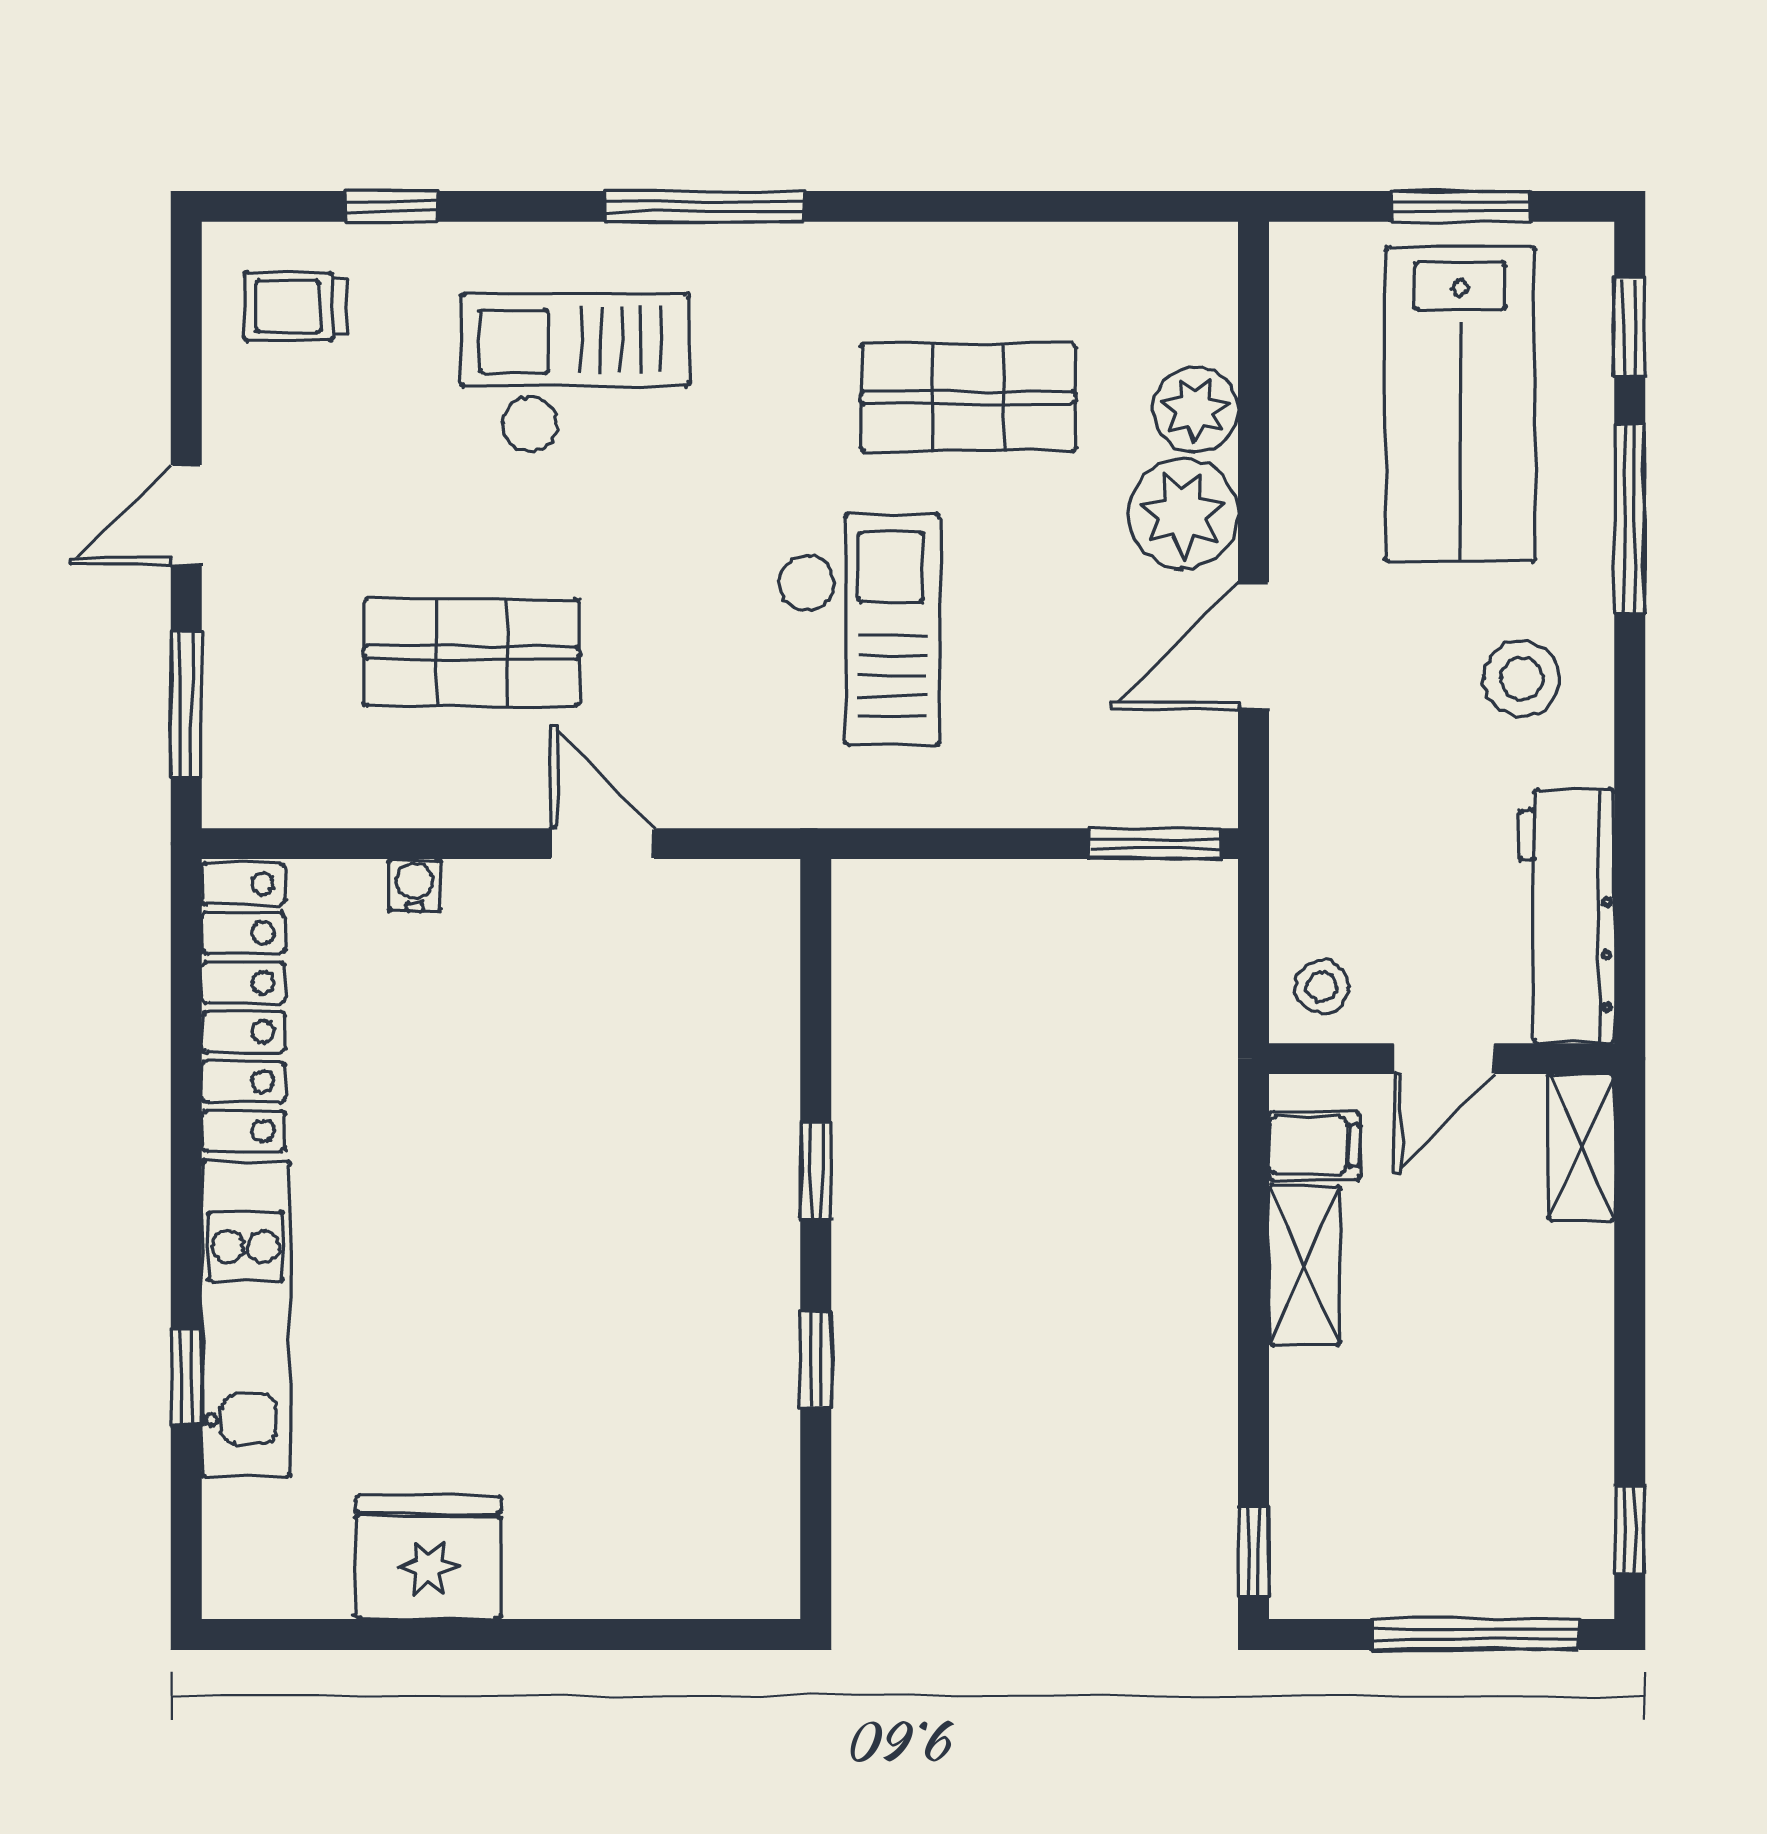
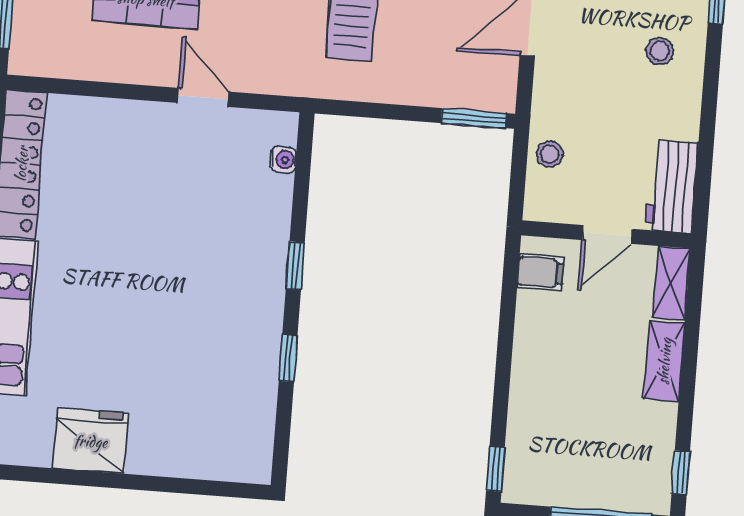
stool: (1521, 678) -> (660, 51), width x0.73, depth x0.73
water cooler: (415, 885) -> (283, 160), moved, turned 90
workbench: (1567, 916) -> (672, 186), width x0.73
stool: (1322, 987) -> (550, 154), moved
shelving: (1305, 1265) -> (664, 361), moved

